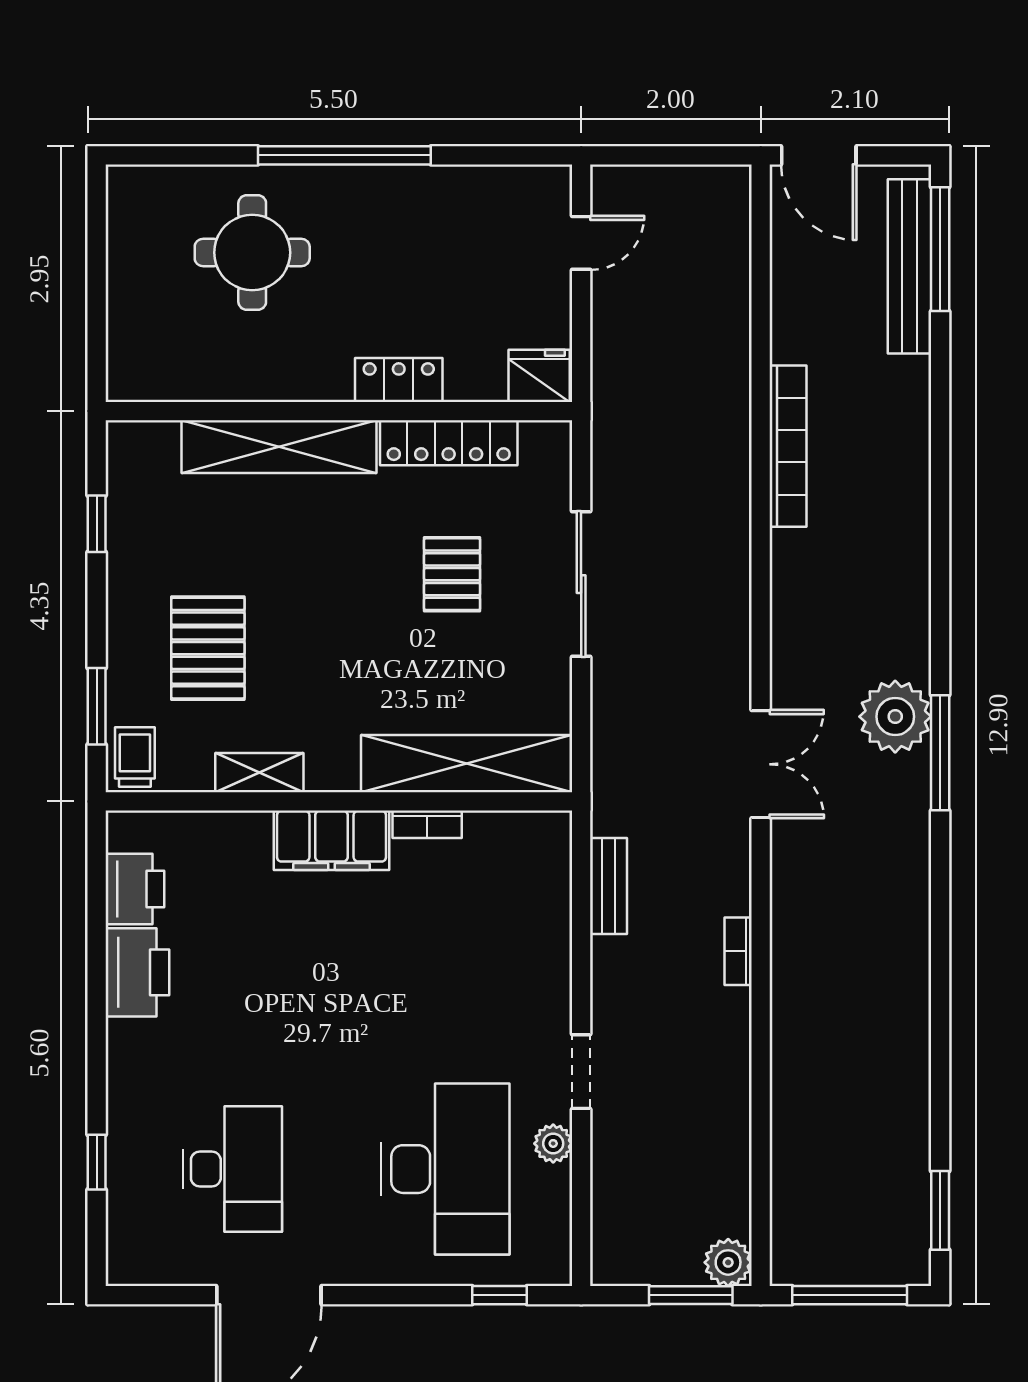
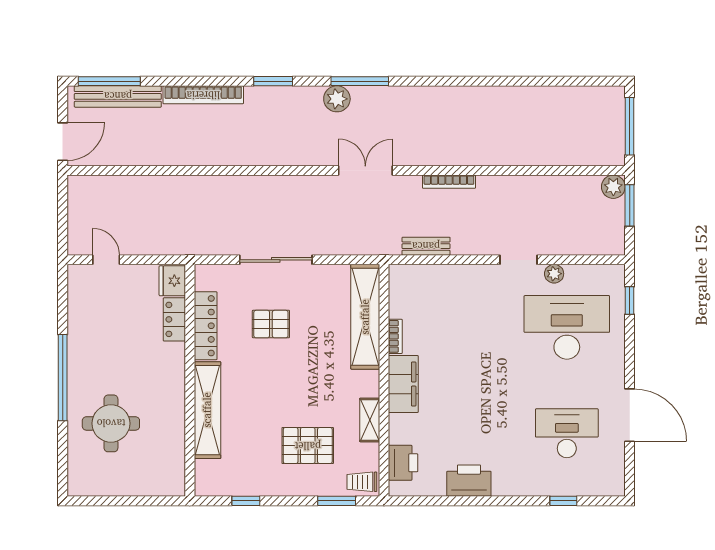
locker: (399, 380) -> (174, 319), moved
bookcase: (788, 446) -> (203, 95), moved, turned 180
plant: (895, 717) -> (337, 99), width x0.73, depth x0.73
printer: (135, 889) -> (403, 463), moved, turned 90
bookcase: (738, 951) -> (449, 182), width x1.56
window: (940, 1210) -> (273, 81), moved

